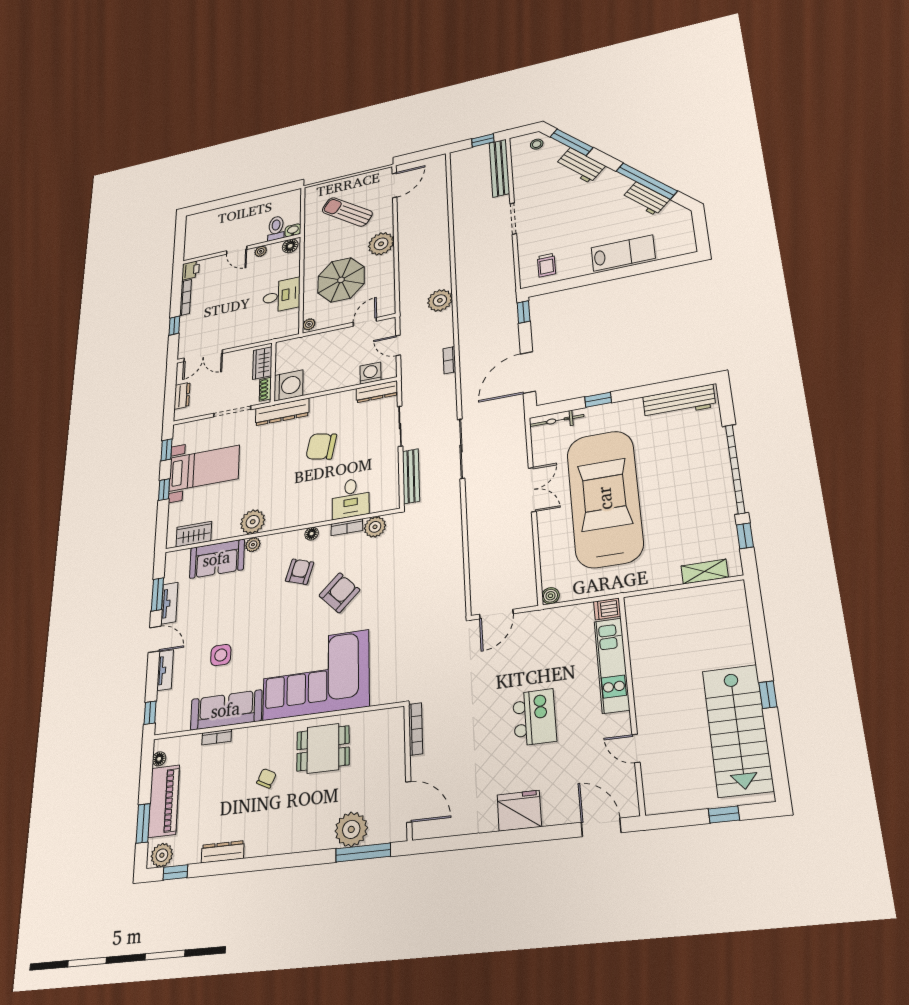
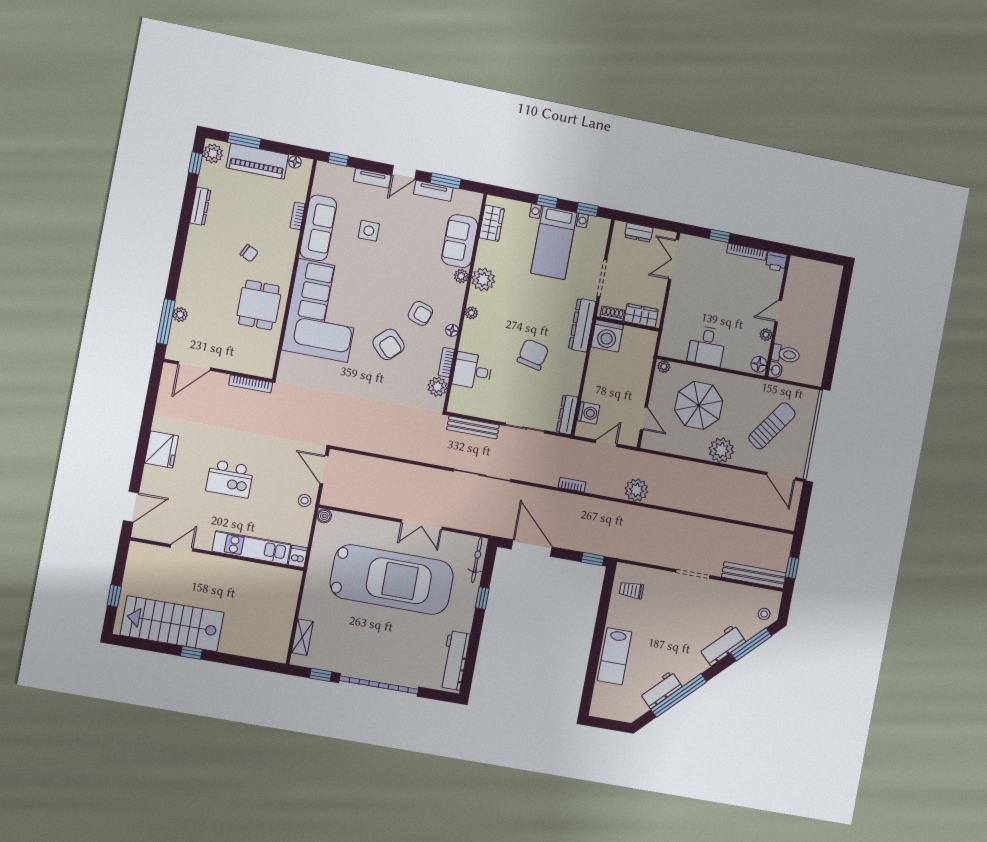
plant: (289, 521) -> (471, 313), added
stool: (538, 623) -> (305, 501), added
plant: (351, 829) -> (180, 315), width x0.53, depth x0.53

